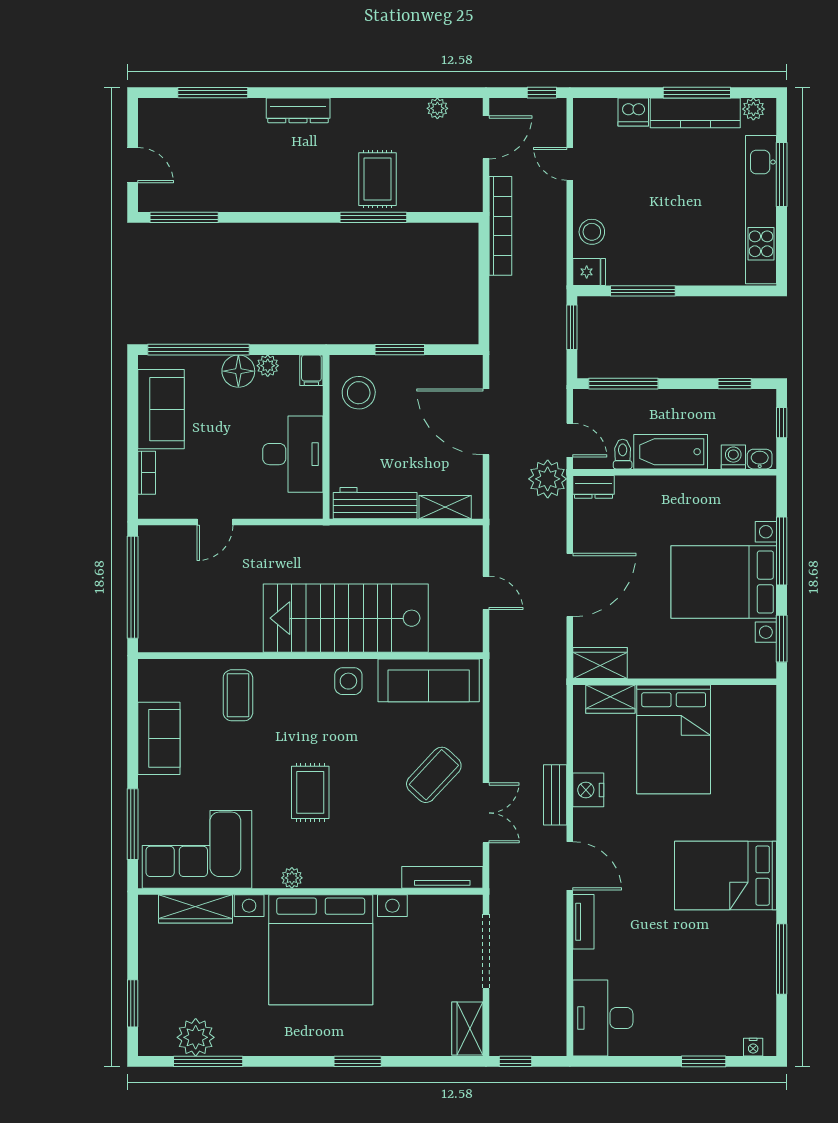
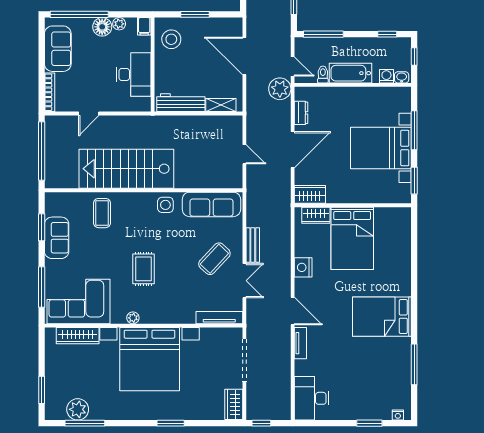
bookcase: (147, 473) -> (50, 92), width x1.56
dresser: (594, 487) -> (301, 113), moved, turned -90
stairs: (346, 618) -> (126, 169), moved
window: (133, 720) -> (42, 227), added
bench: (555, 795) -> (253, 245), moved

